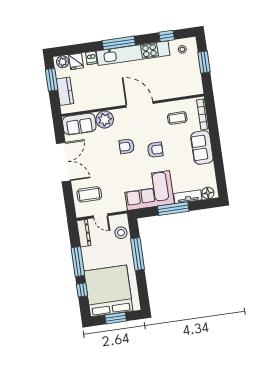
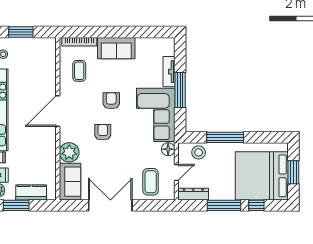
armchair: (127, 146) -> (103, 132), turned 180
floor lamp: (208, 193) -> (168, 149), moved

